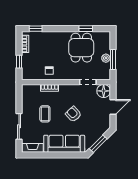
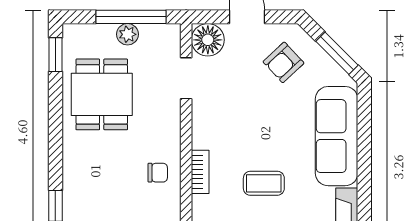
window: (86, 29) -> (55, 55), moved
dining table: (81, 48) -> (102, 94), turned 90
window: (113, 60) -> (131, 17), width x1.44
armchair: (73, 114) -> (284, 62), moved

